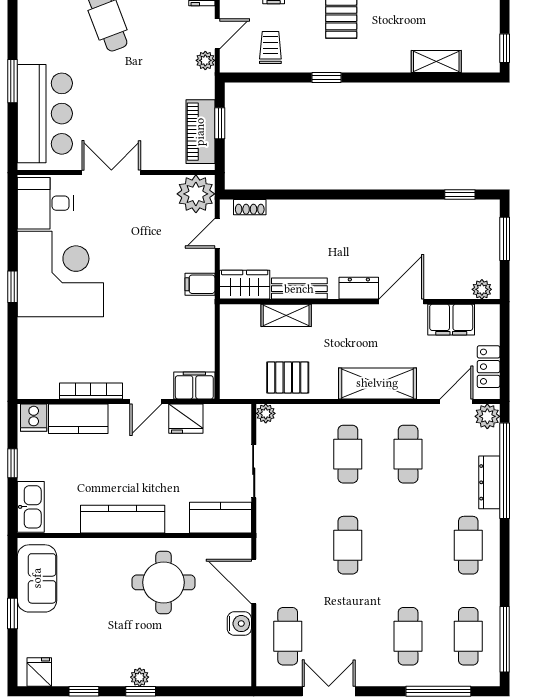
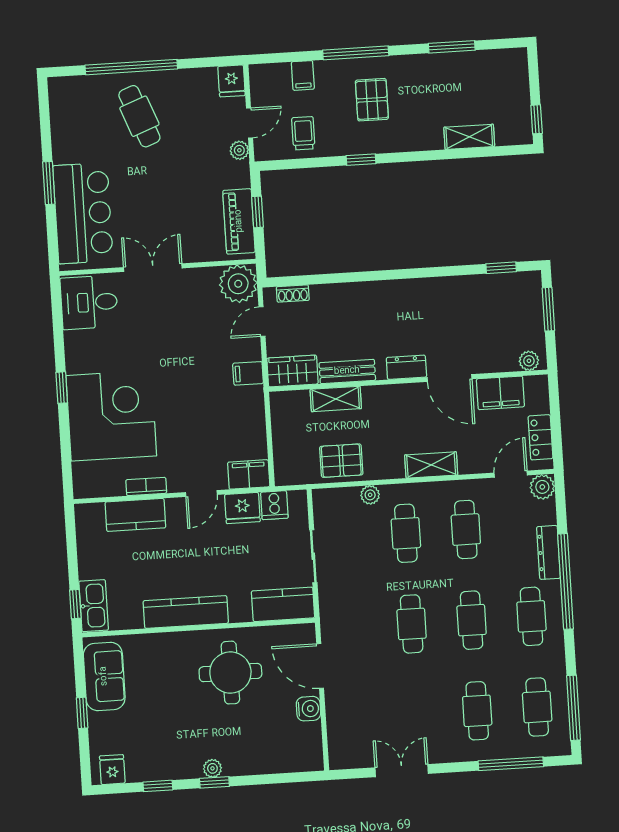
corner desk: (60, 274) -> (111, 416), moved
door: (401, 302) -> (450, 378), swing flipped
shelving: (377, 383) -> (431, 465), width x0.67, depth x0.75
bookcase: (91, 391) -> (146, 486), width x0.64
plant: (266, 413) -> (370, 495), moved
cooker: (34, 418) -> (274, 505), moved
window: (13, 463) -> (75, 604), moved
window: (505, 471) -> (566, 581), moved
cafe table: (288, 636) -> (472, 620), moved

